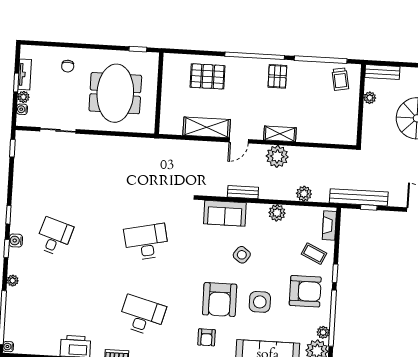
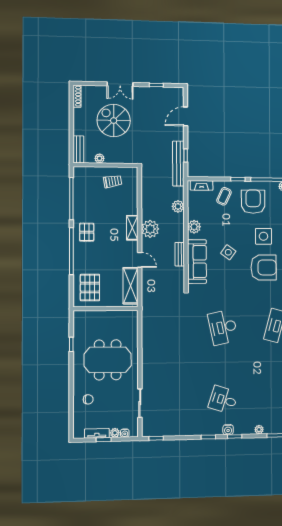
pallet: (277, 76) -> (87, 232), turned 90
trolley: (340, 79) -> (113, 181), moved
wall: (159, 93) -> (106, 309), moved
sofa: (225, 213) -> (197, 262), width x1.36

